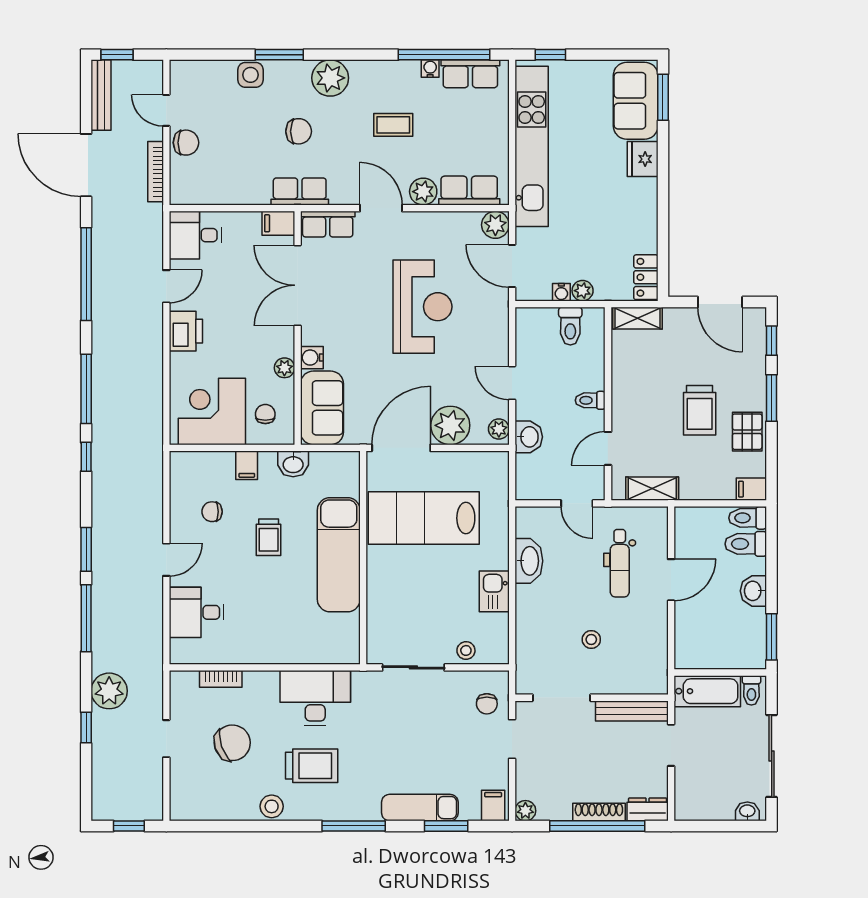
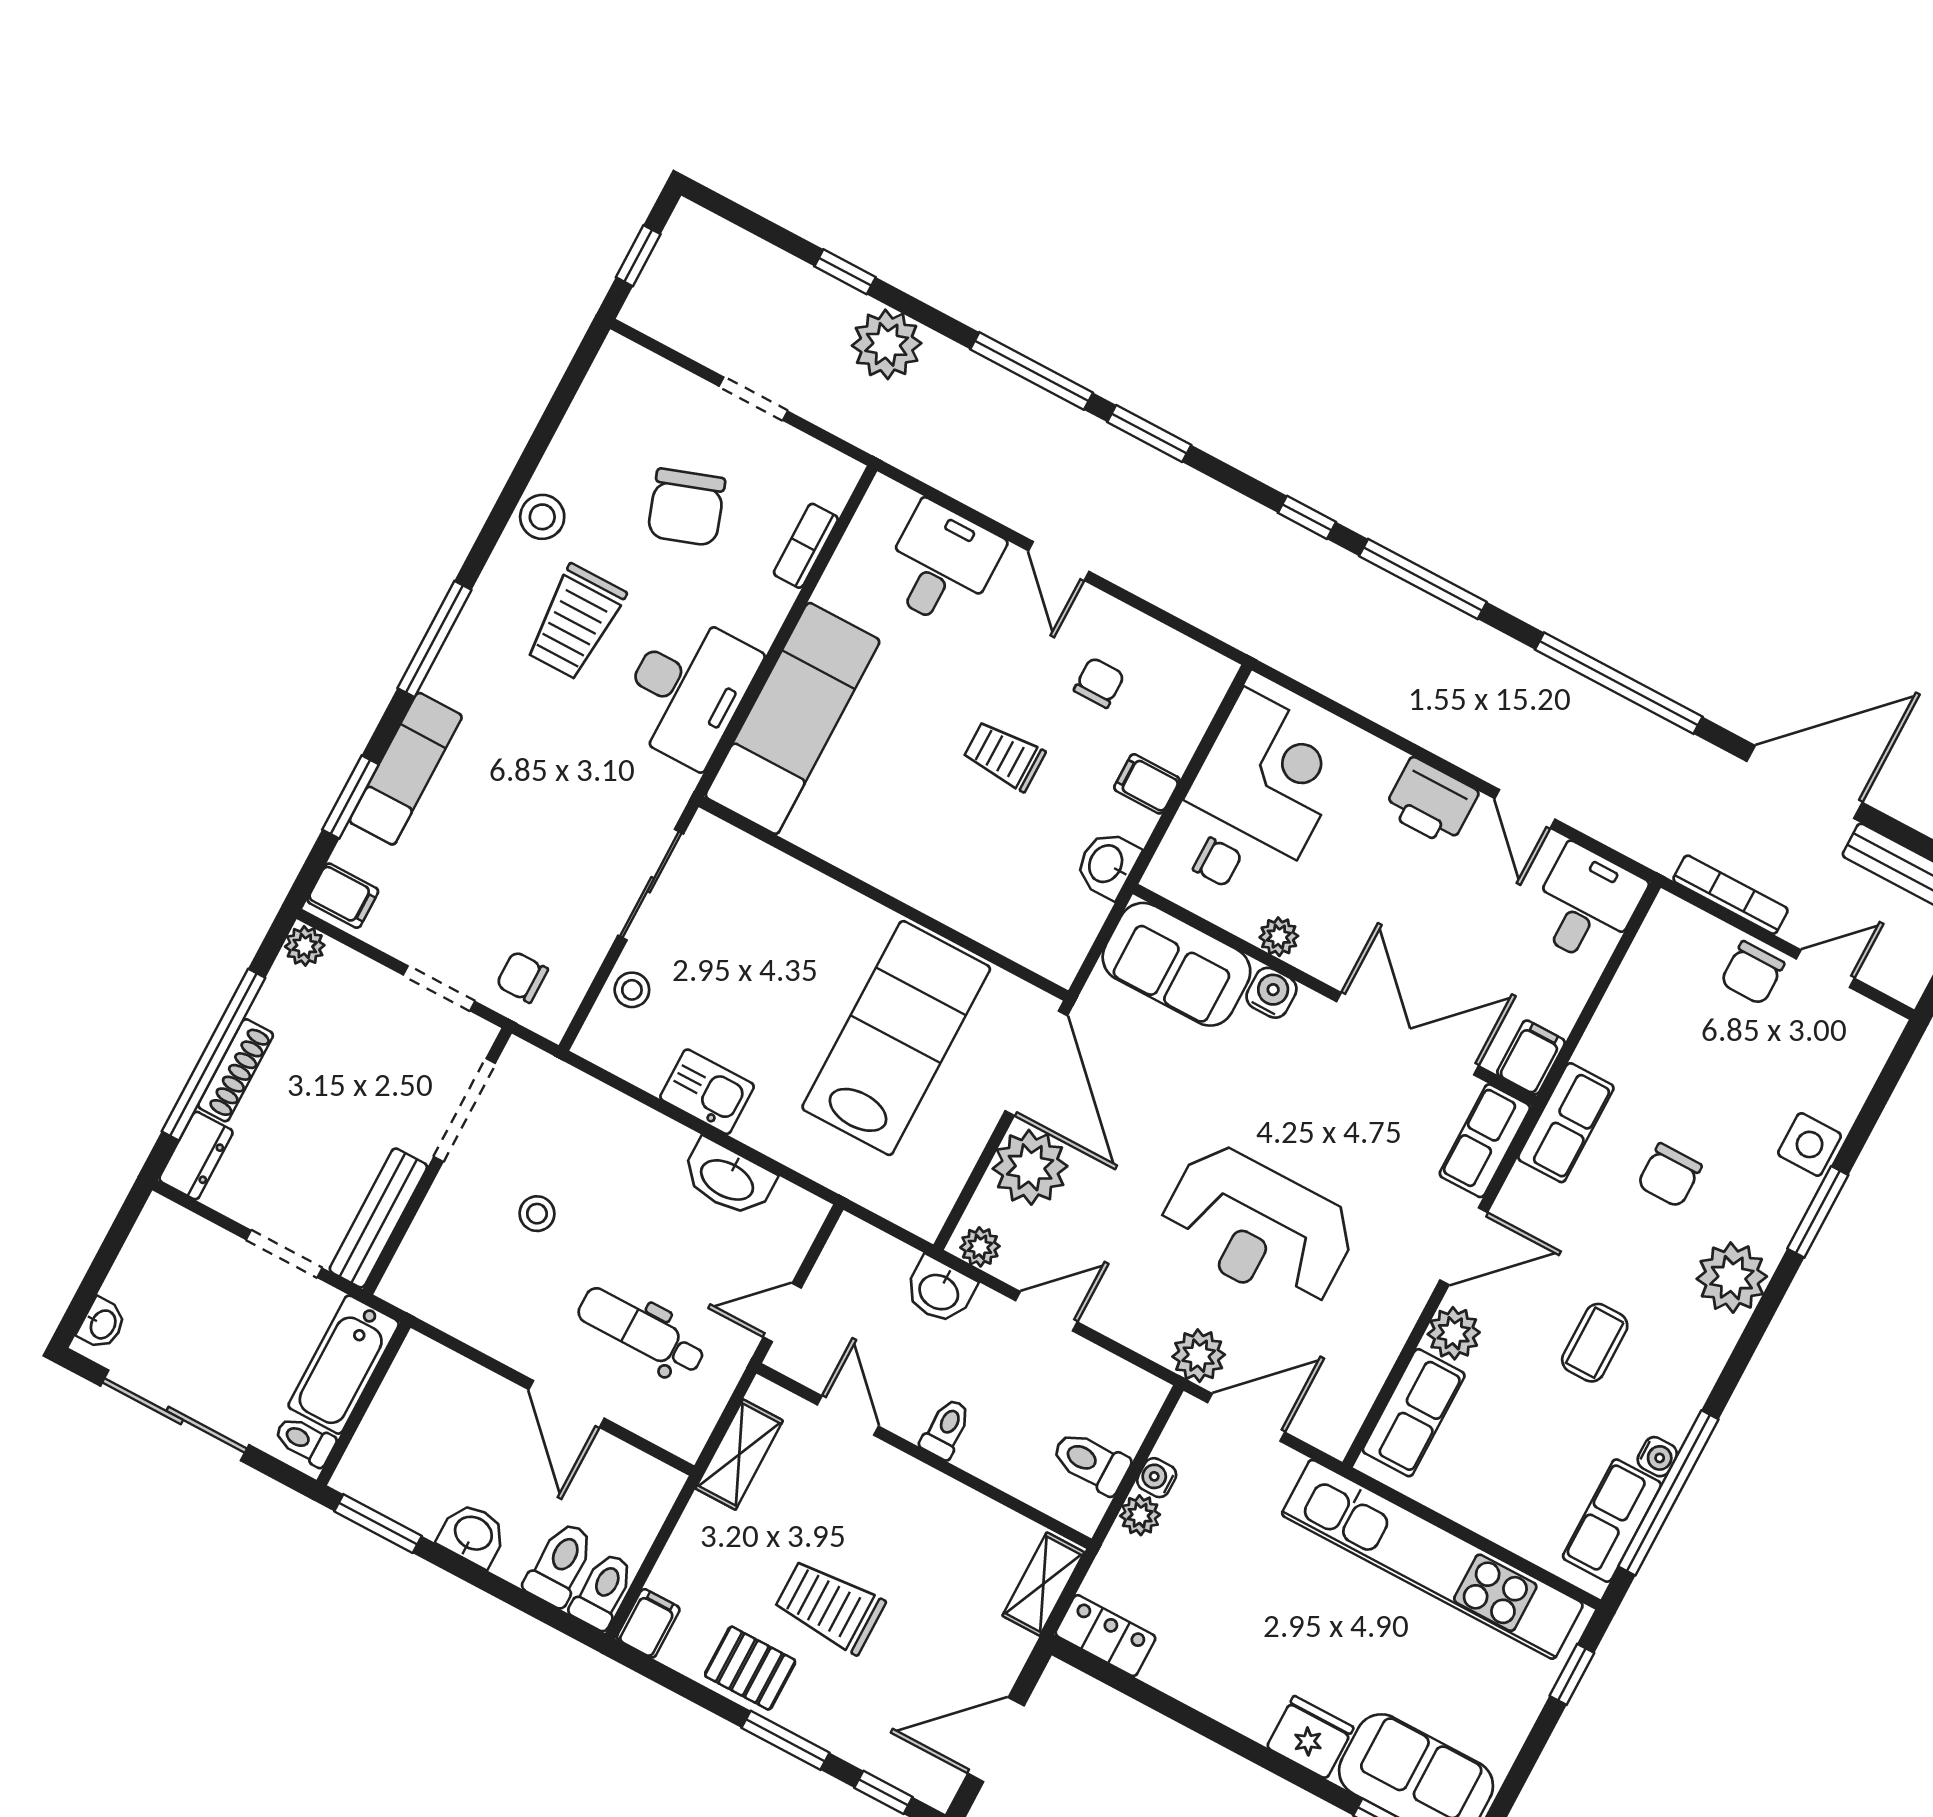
plant: (495, 225) -> (1199, 1356), moved
exam couch: (339, 555) -> (792, 718), moved, turned 90

